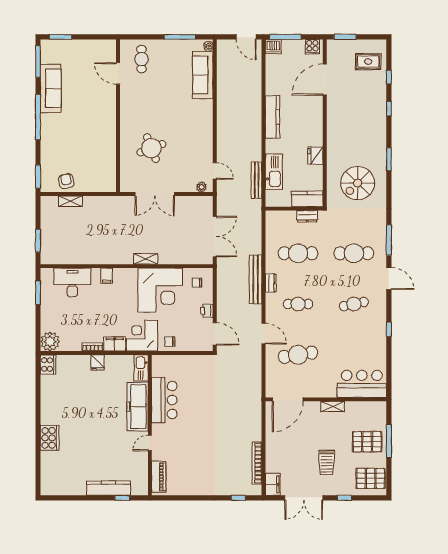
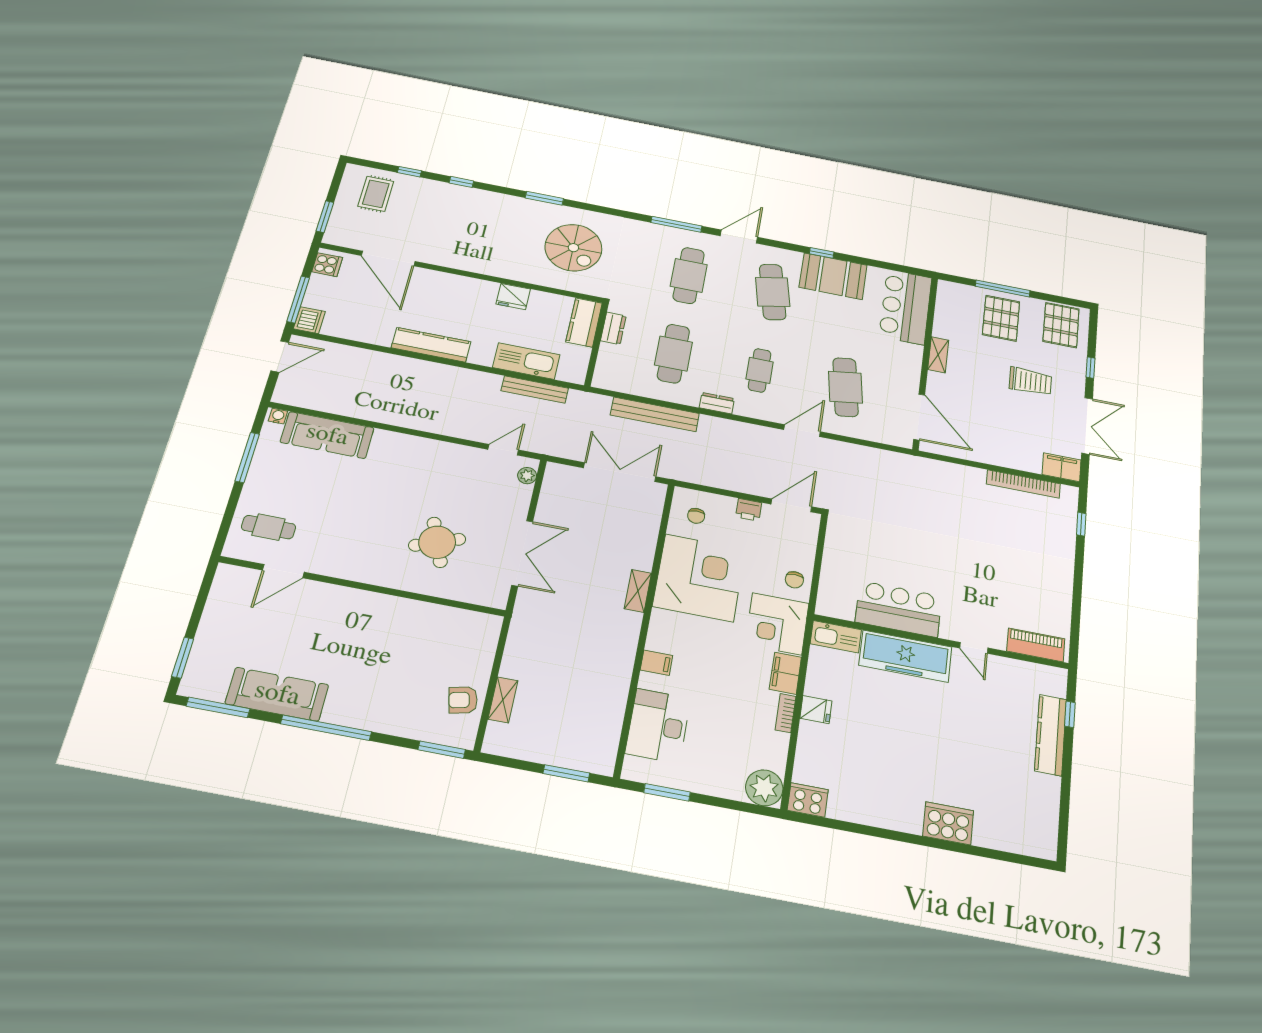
bench: (256, 279) -> (655, 414), moved
cafe table: (354, 304) -> (773, 292), width x1.37, depth x1.35
booth: (374, 338) -> (833, 276), added

